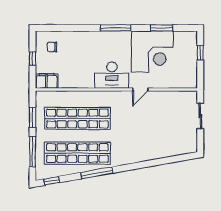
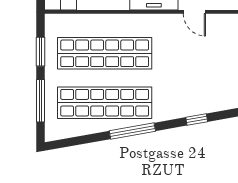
door: (140, 89) -> (194, 12), hinge flipped
window: (52, 181) -> (197, 119), moved

